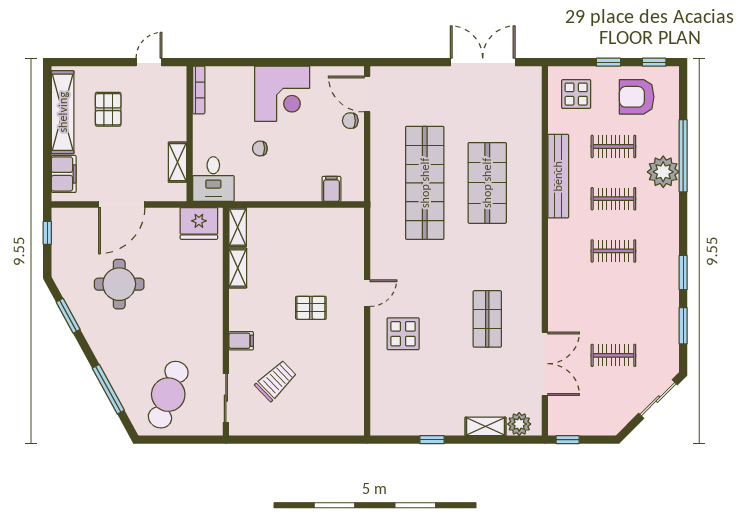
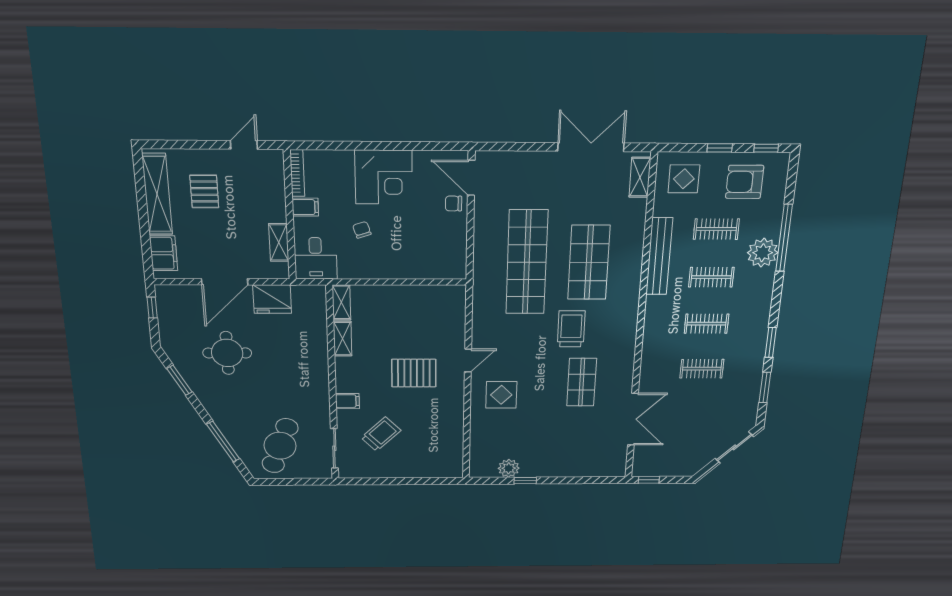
chair: (260, 148) -> (362, 230), turned 72
filing cabinet: (331, 189) -> (305, 207), moved, turned 90
fridge: (199, 223) -> (272, 299), moved
trolley: (473, 257) -> (571, 329), added
pallet: (311, 308) -> (414, 373), width x1.50, depth x1.42
clothes rail: (613, 355) -> (702, 369), moved
plant: (519, 424) -> (509, 468), moved
shelving: (485, 426) -> (640, 177), moved, turned 90

